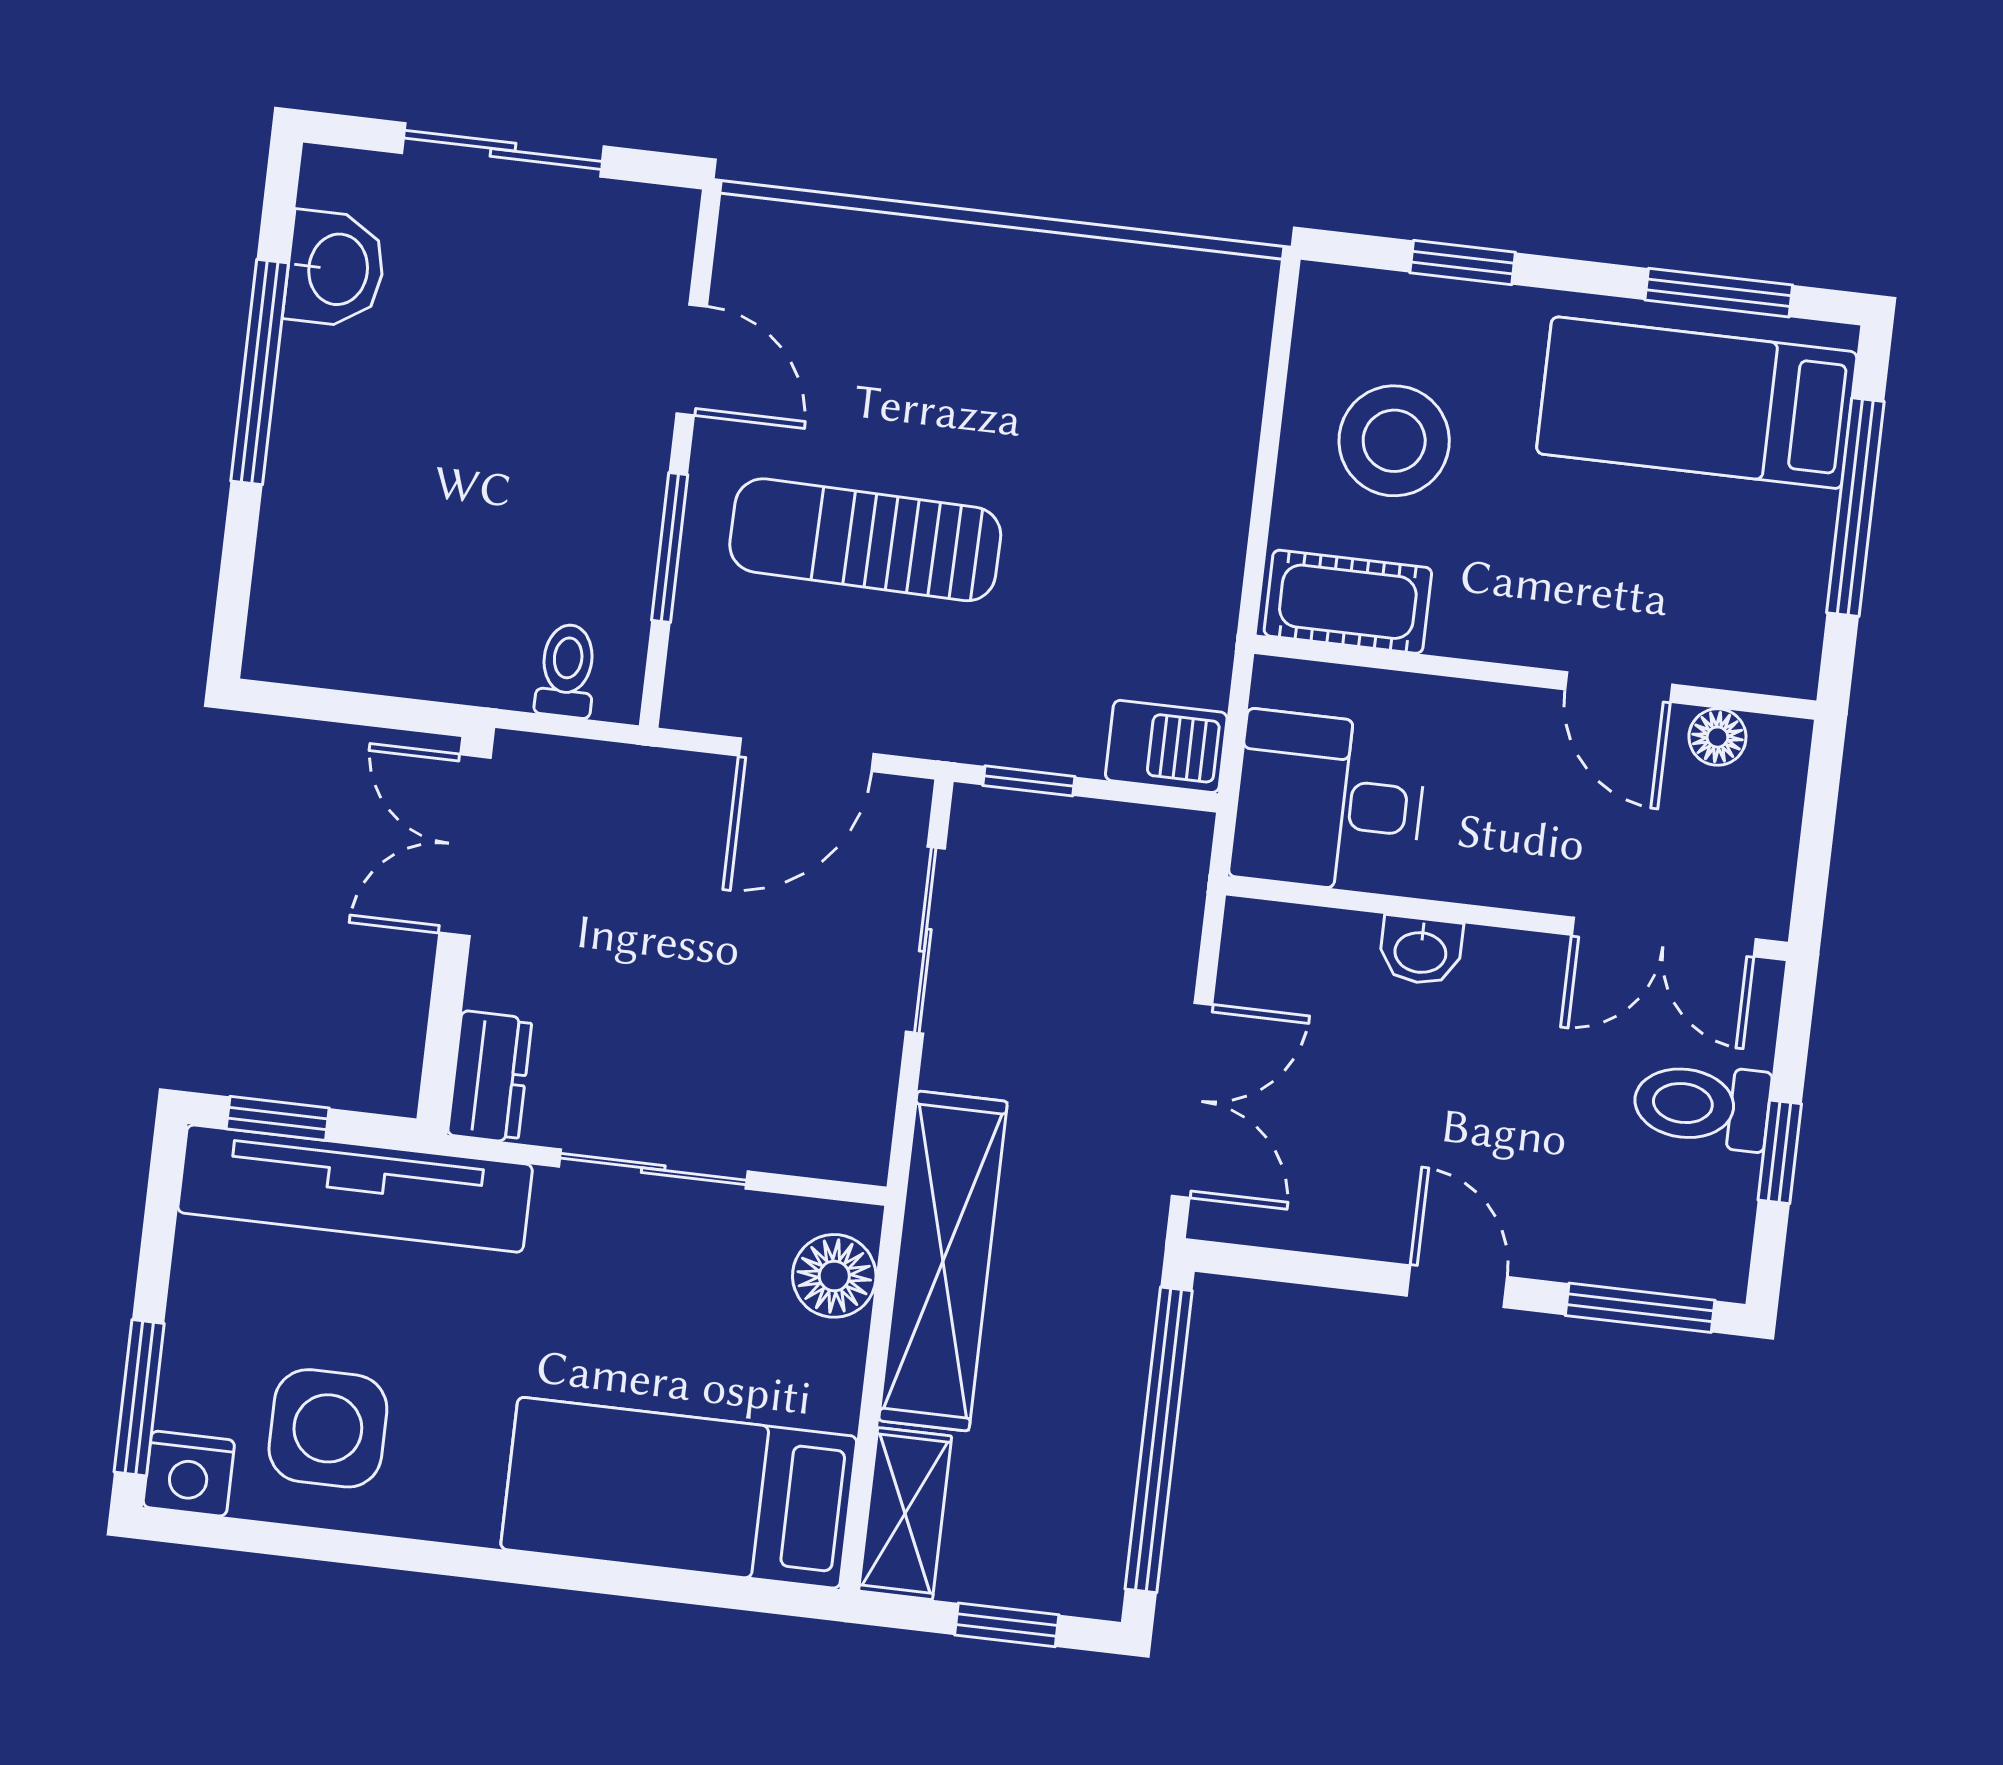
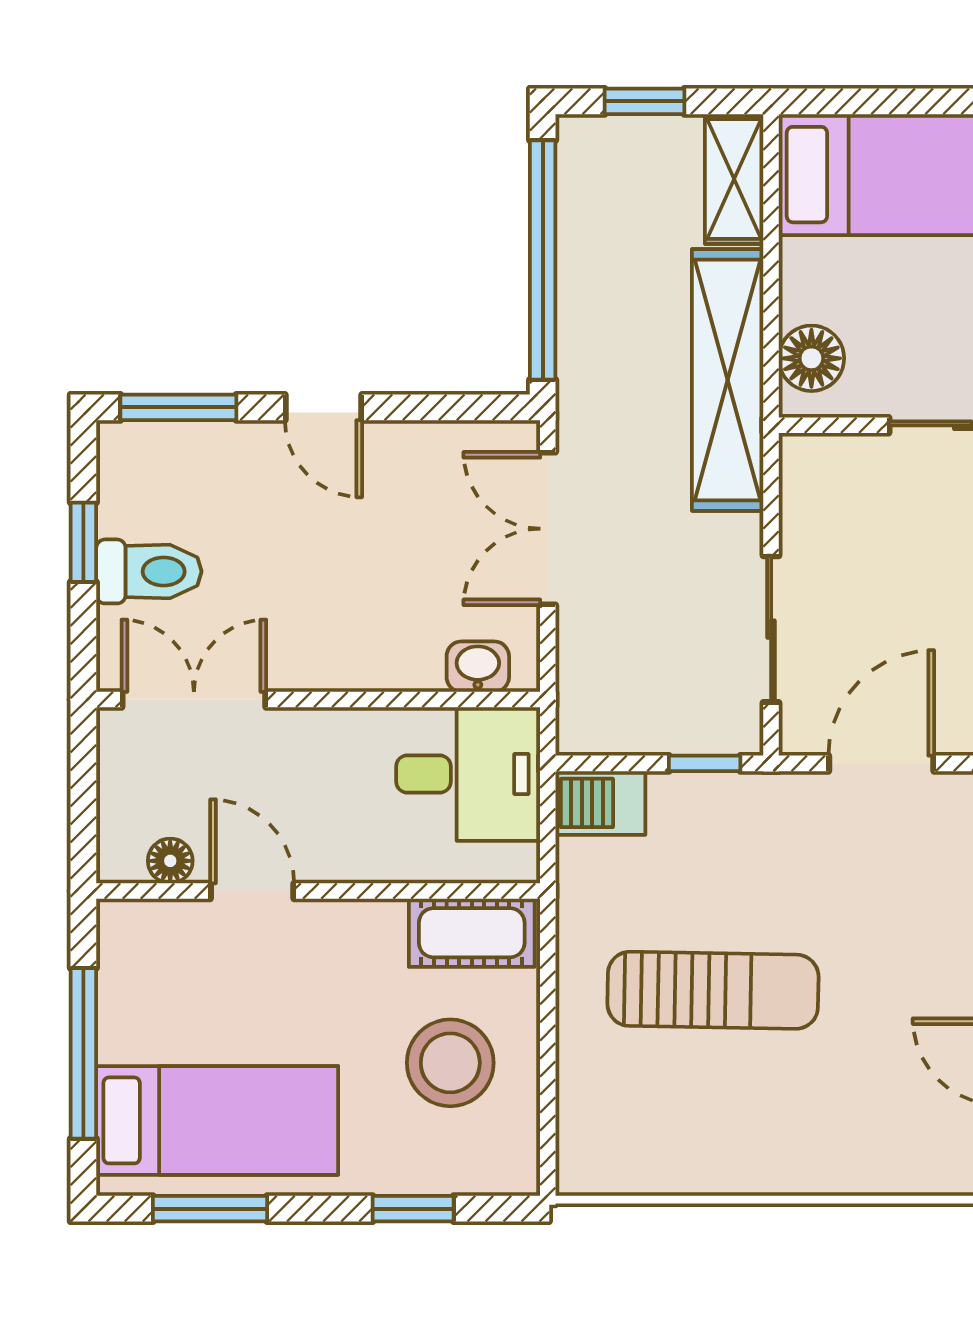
sun lounger: (865, 540) -> (713, 990), moved
washbasin: (1421, 951) -> (478, 667), moved

